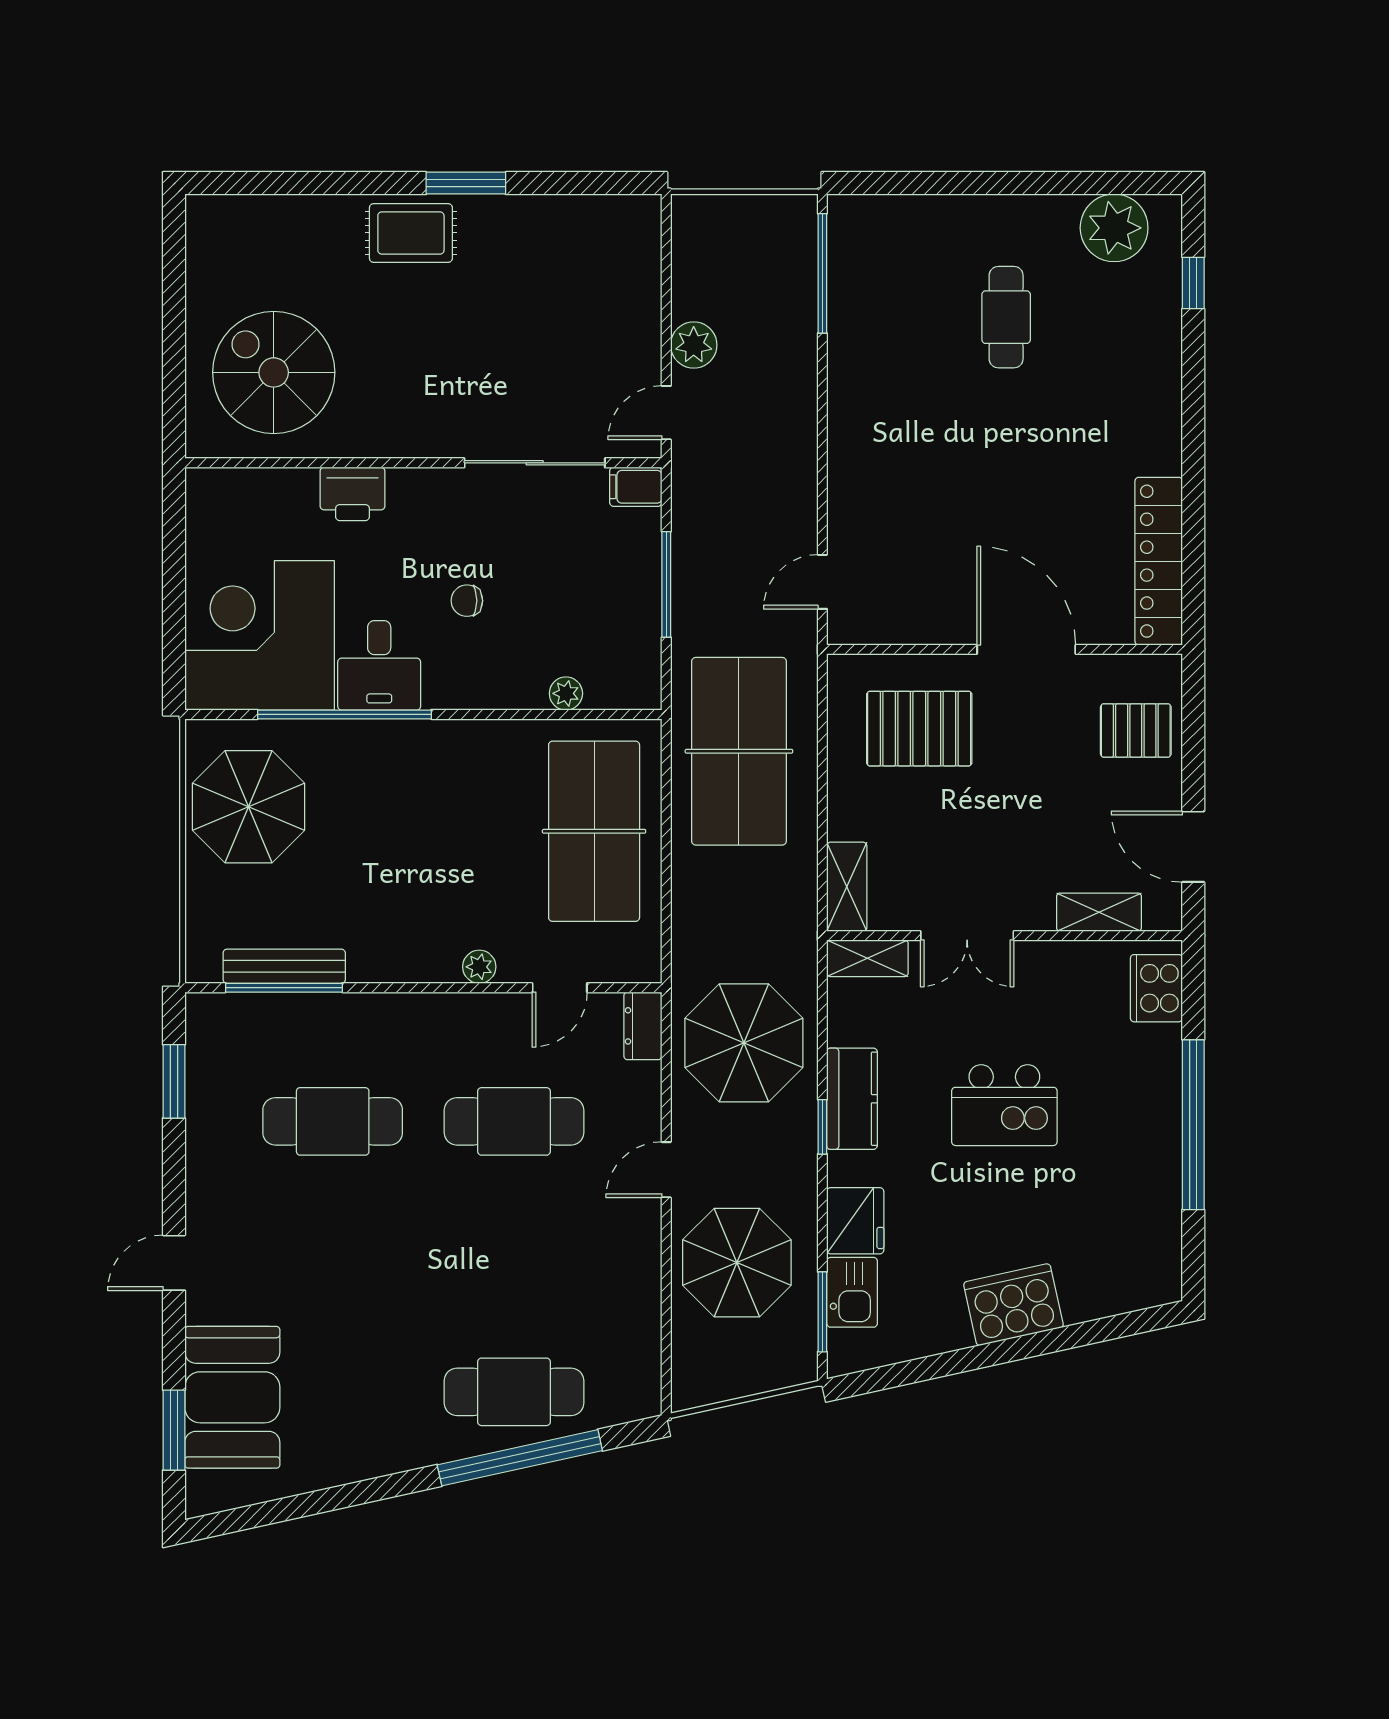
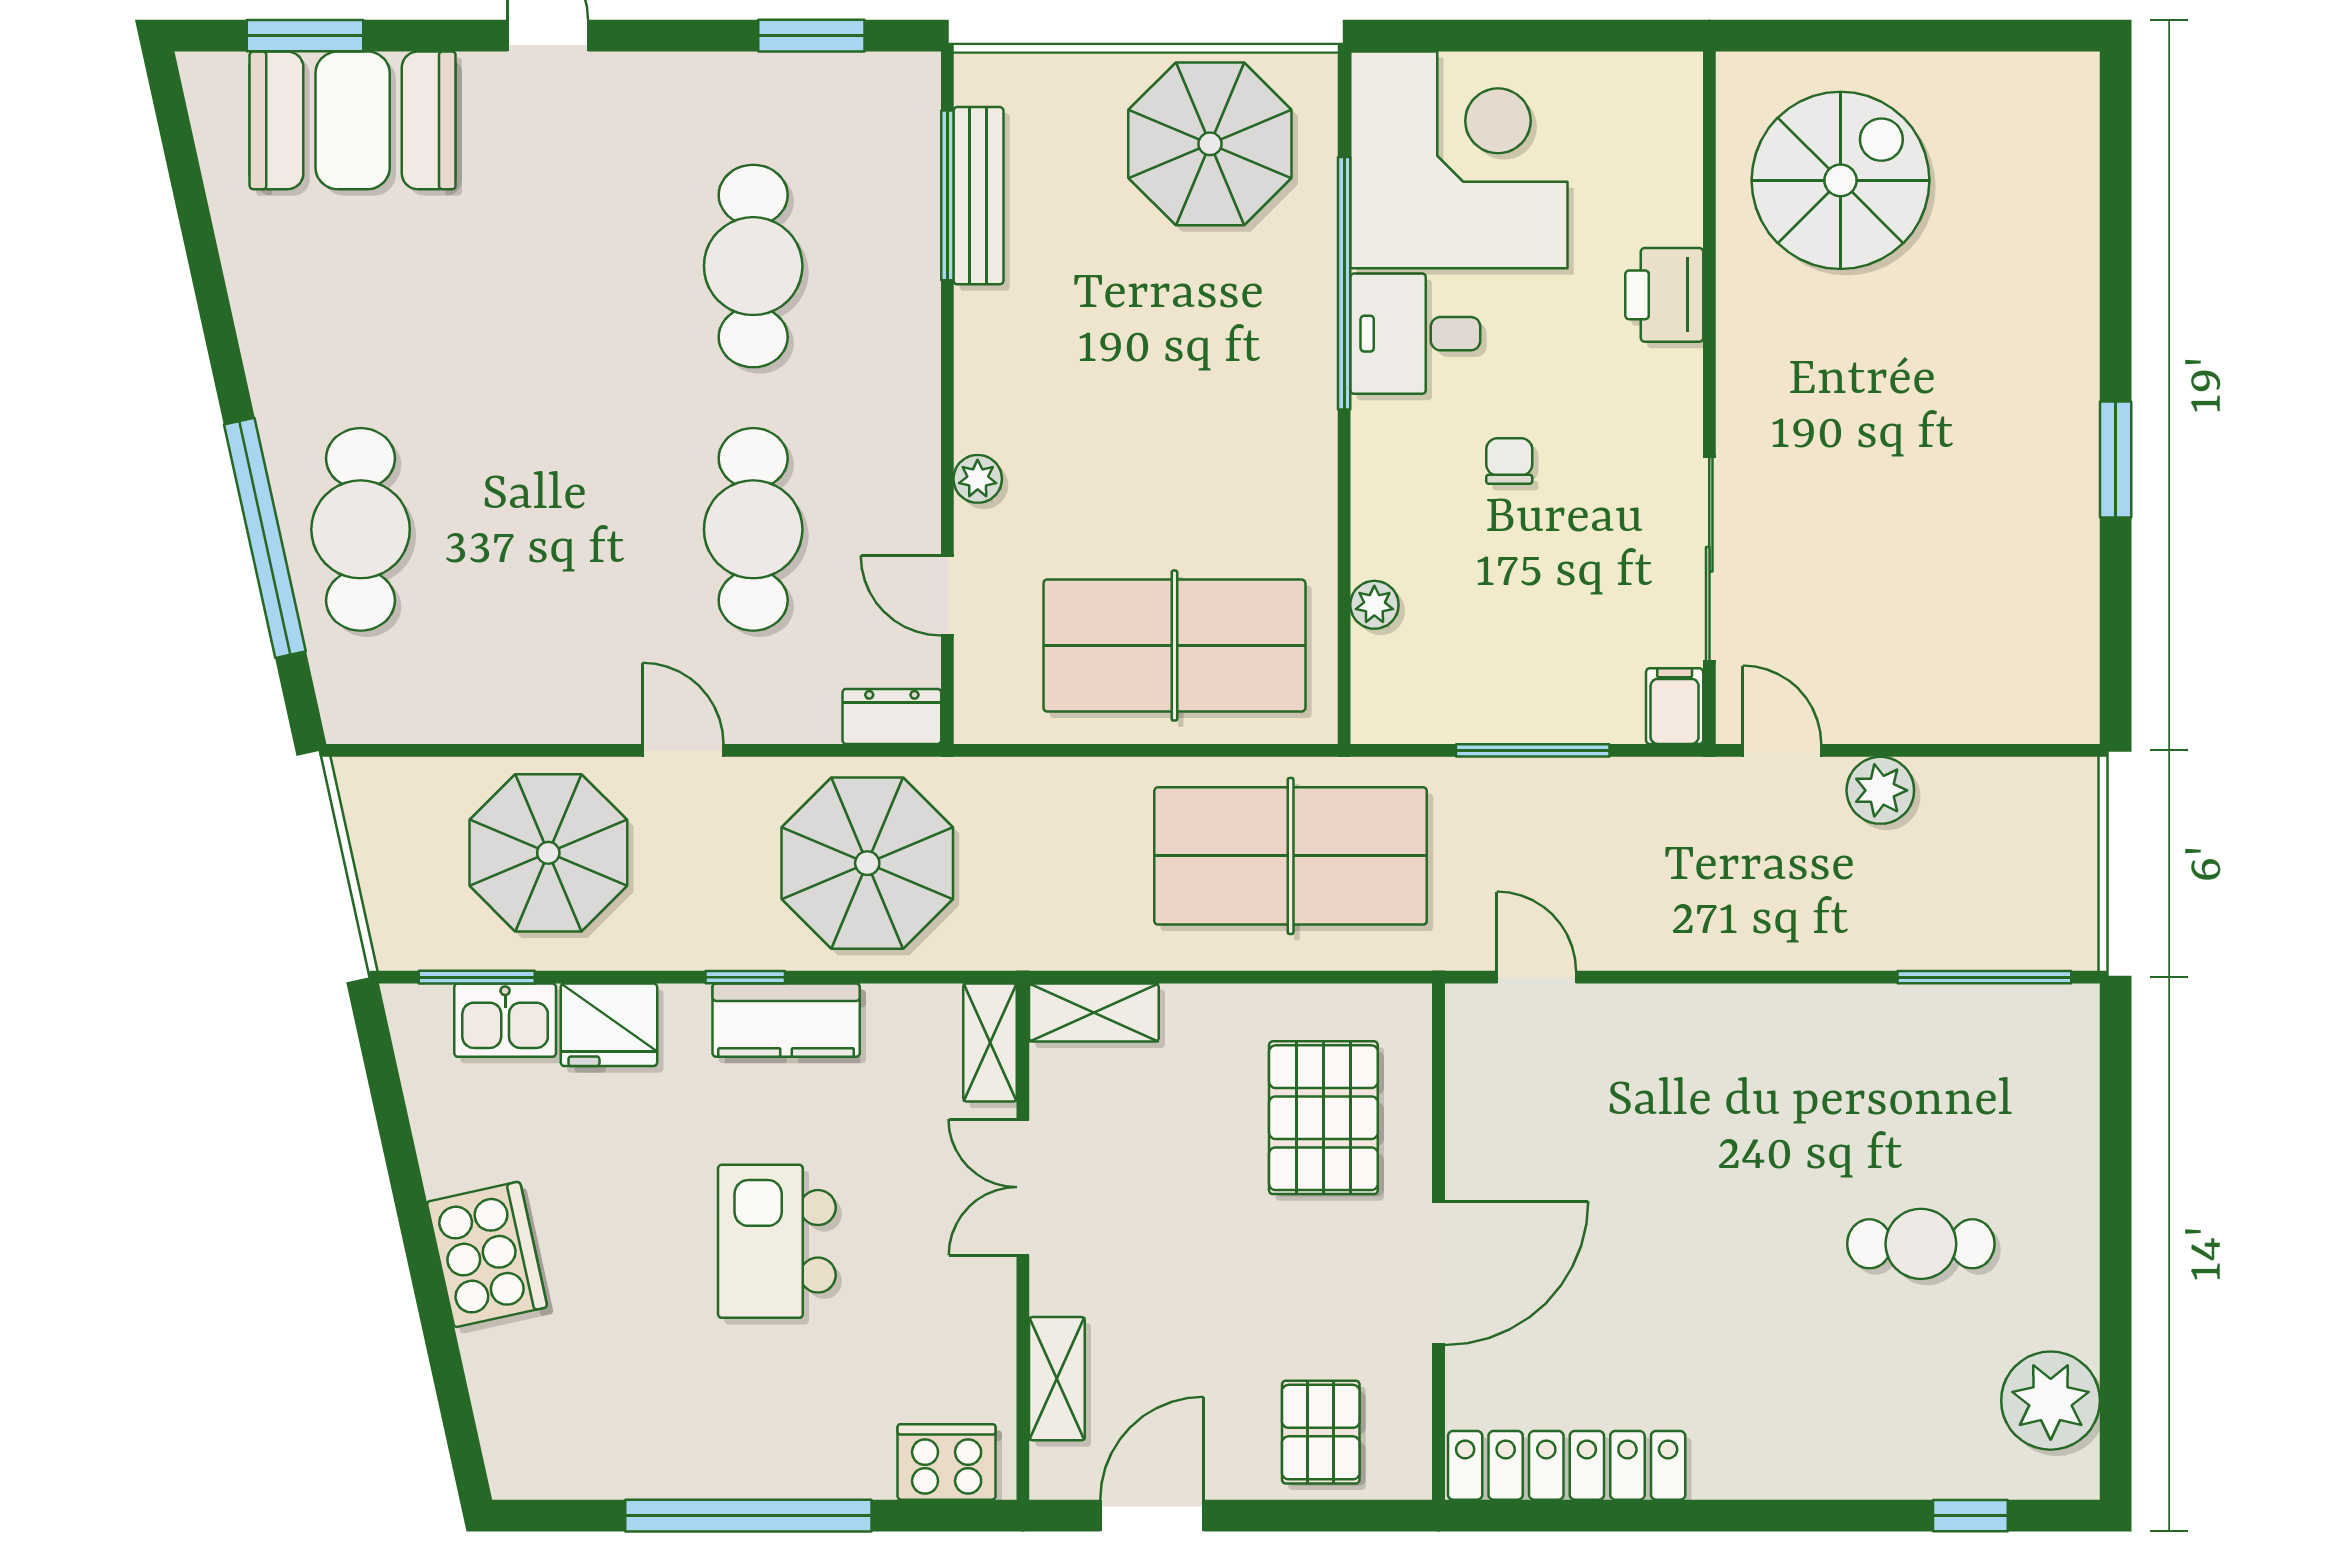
rug: (411, 233) -> (2043, 380), removed

